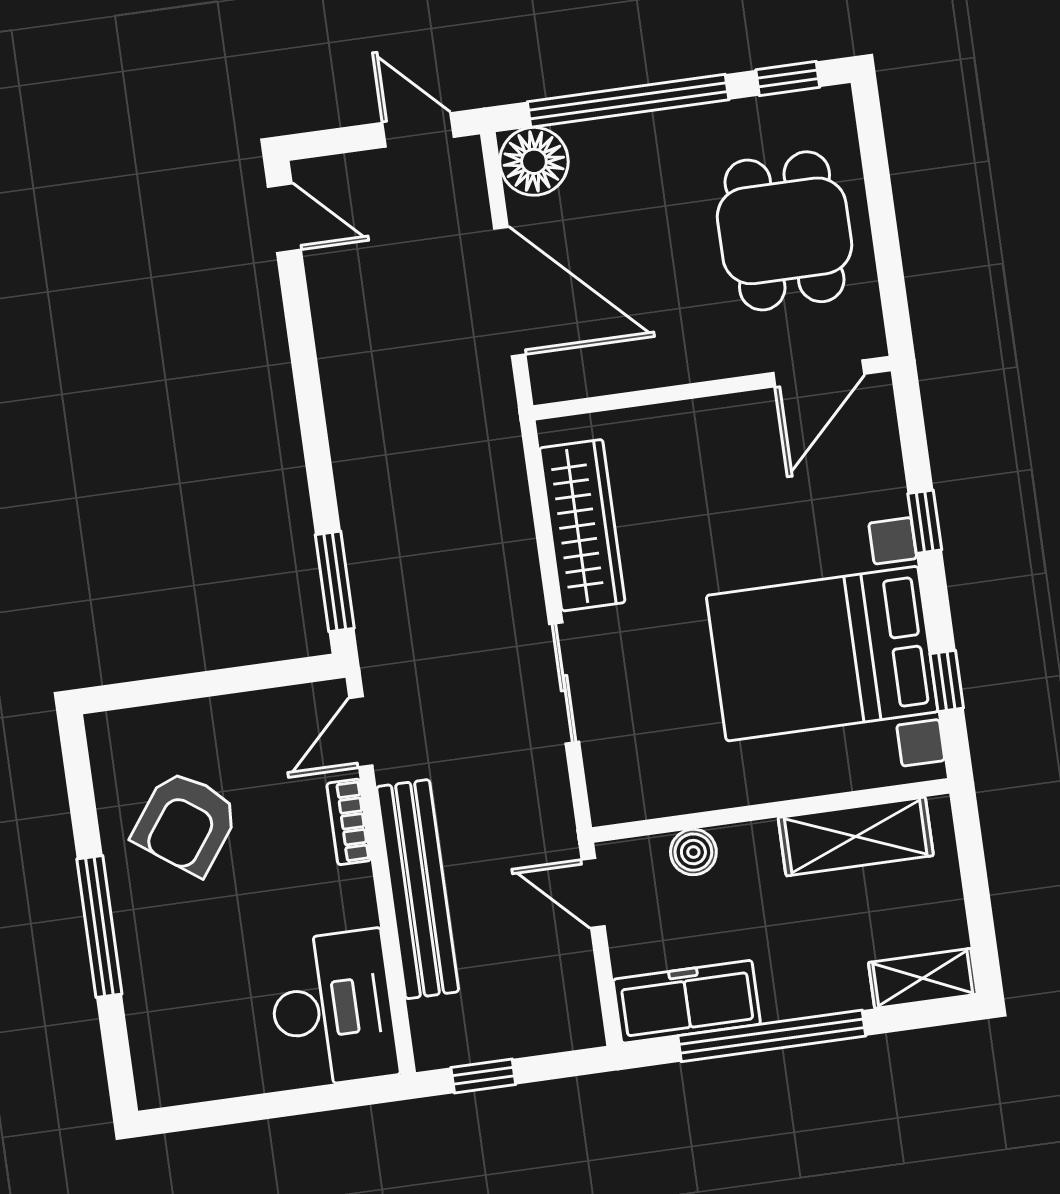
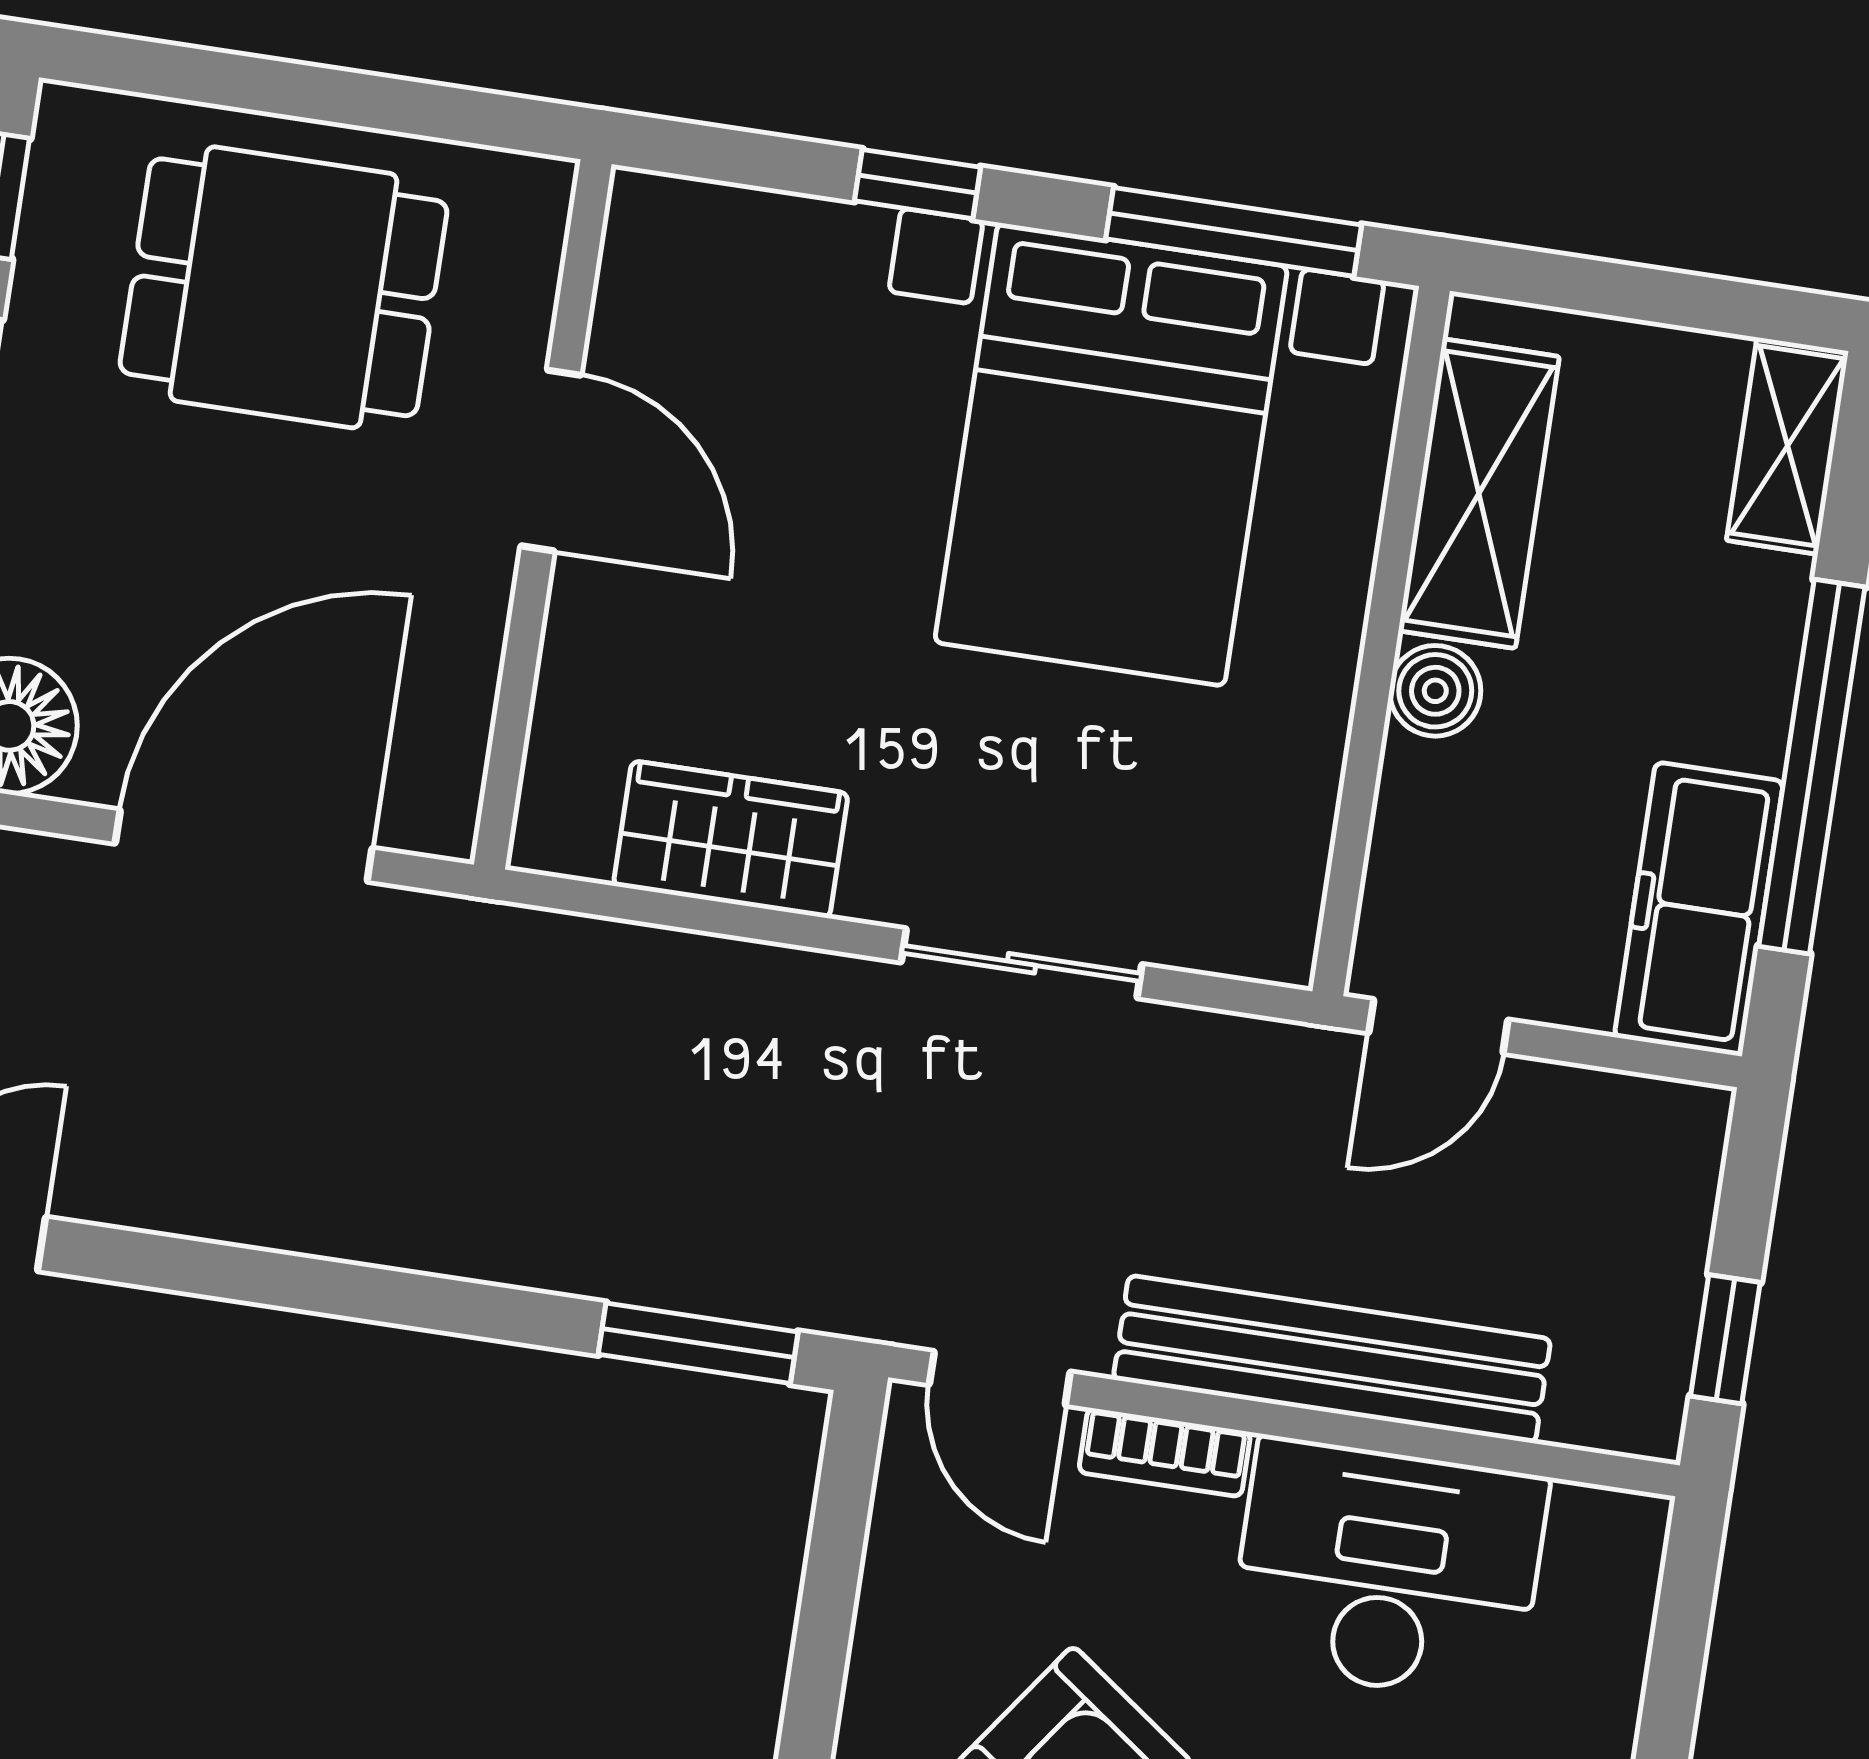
door: (819, 373) -> (551, 461), moved
wardrobe: (582, 525) -> (731, 839), width x0.67
window: (947, 681) -> (1234, 232), width x2.17
boiler: (693, 852) -> (1435, 691), moved
desk: (333, 1009) -> (1388, 1570), moved

